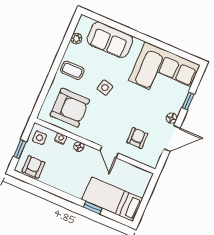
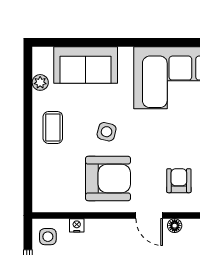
coffee table: (72, 70) -> (53, 127), turned 90
armchair: (70, 108) -> (108, 178), moved
floor lamp: (79, 147) -> (175, 226), moved

